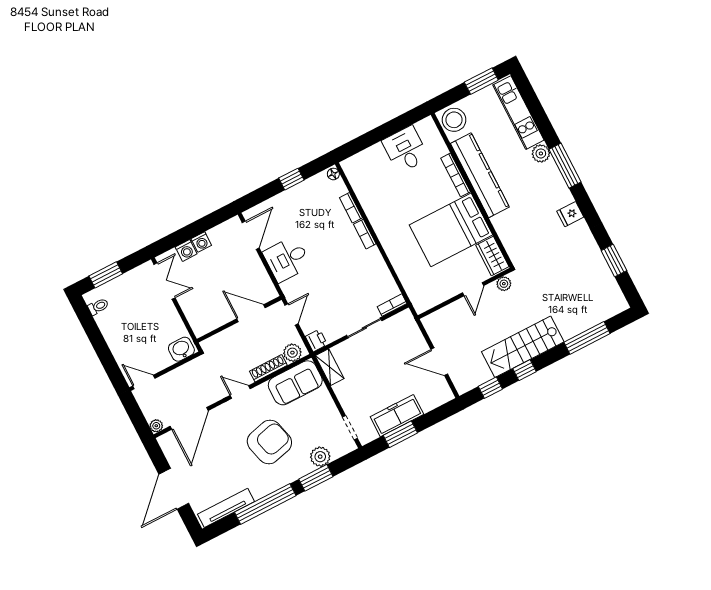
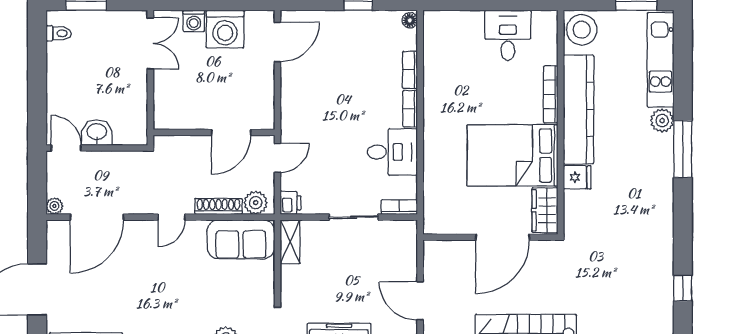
fridge: (570, 214) -> (577, 177), moved, turned 180
washing machine: (201, 242) -> (225, 29), width x1.89, depth x1.89
desk: (287, 259) -> (392, 152), moved, turned 180
window: (614, 261) -> (683, 288), width x0.67
plant: (504, 284) -> (542, 249), removed
door: (473, 289) -> (503, 237), width x1.87
door: (251, 313) -> (231, 132), swing flipped
washbasin: (181, 349) -> (97, 132), moved
door: (240, 392) -> (172, 217), swing flipped
armchair: (269, 442) -> (176, 292), removed

